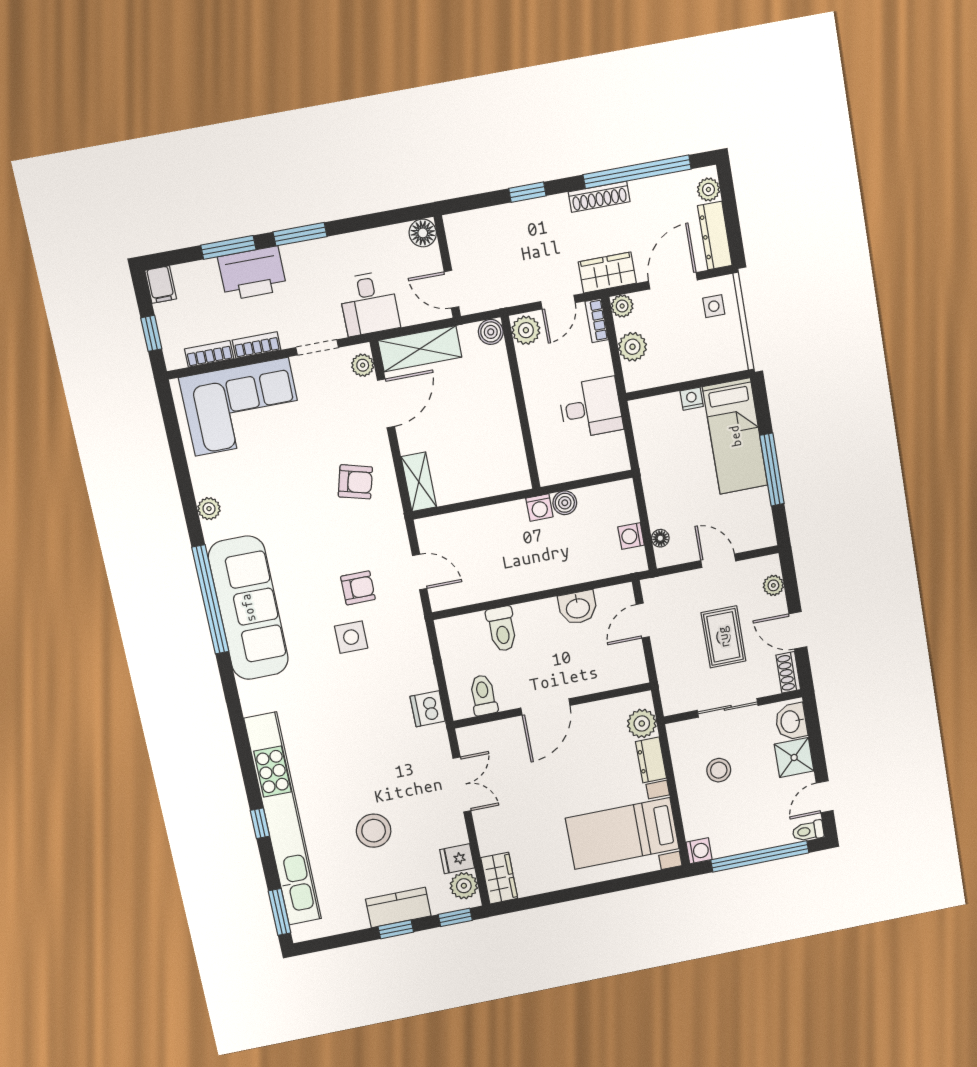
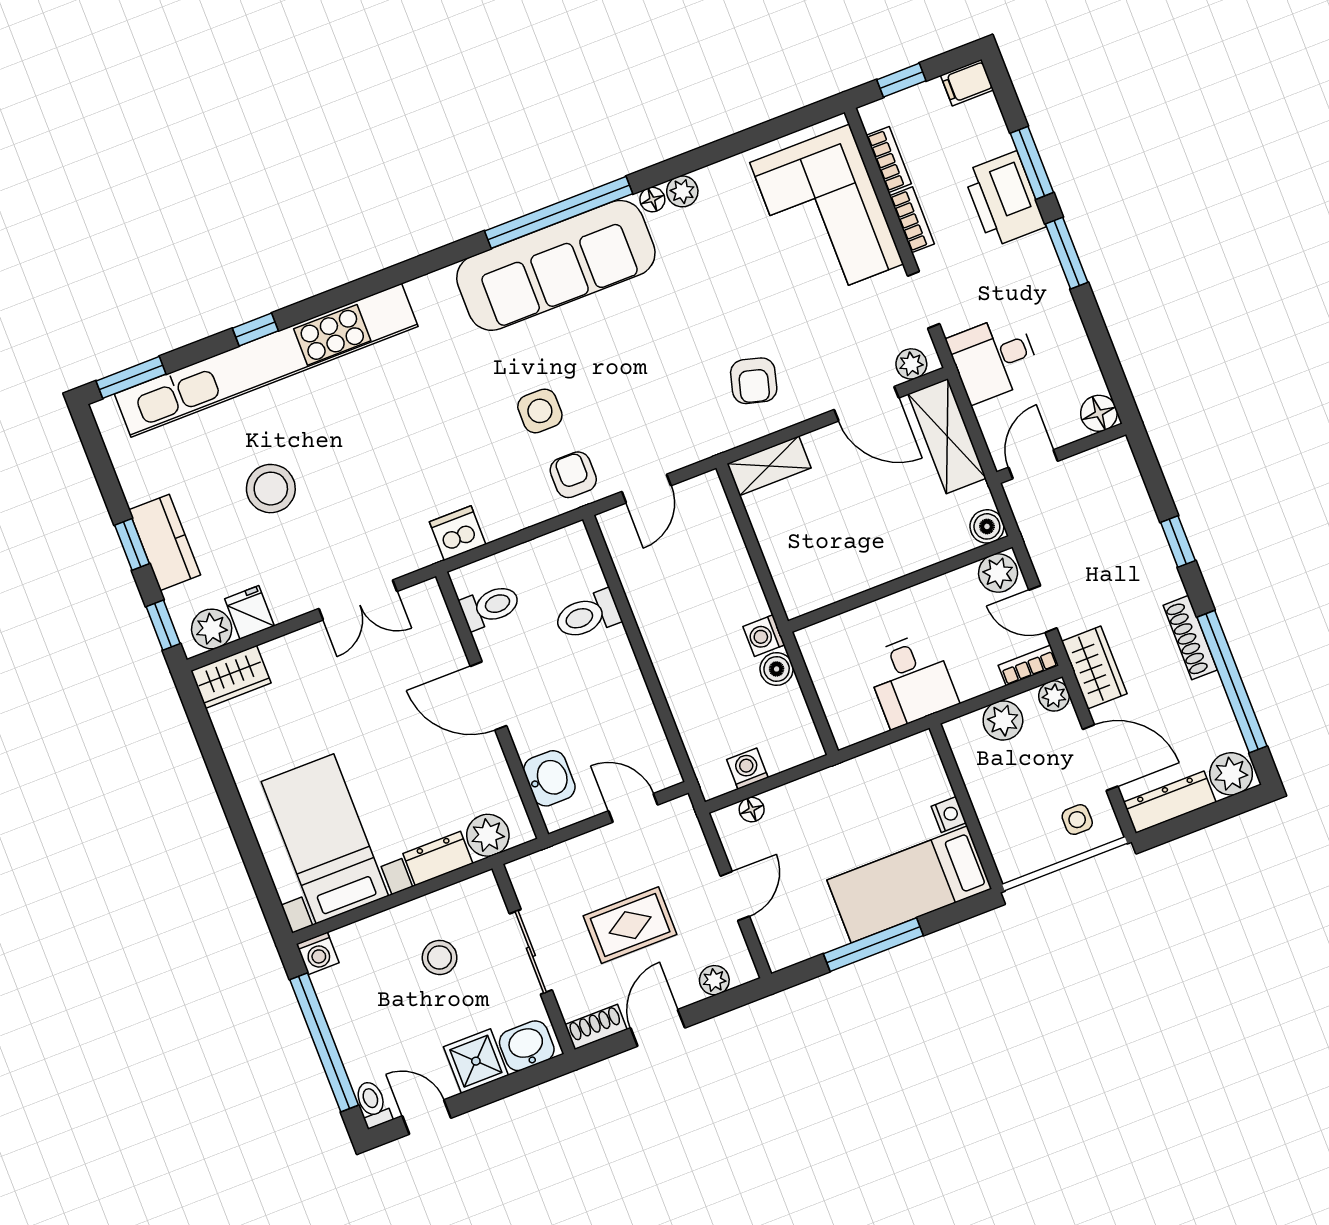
plant: (708, 189) -> (1231, 774), width x1.38, depth x1.38
floor lamp: (212, 531) -> (652, 200), added
armchair: (358, 588) -> (573, 475), moved, turned 180
washbasin: (578, 608) -> (549, 778), moved, turned 180

